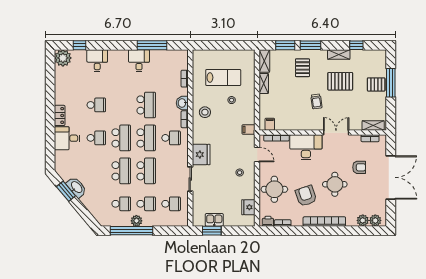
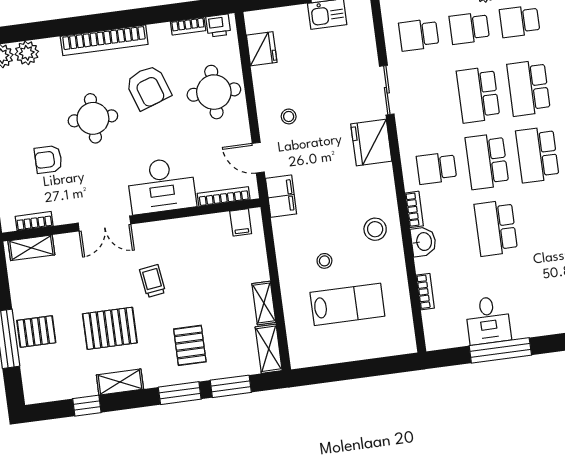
desk: (139, 61) -> (488, 320), moved
lab bench: (223, 77) -> (347, 304), turned 180
filing cabinet: (248, 129) -> (281, 196), width x2.00

